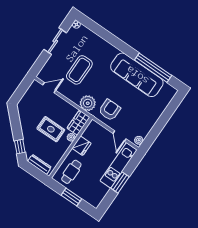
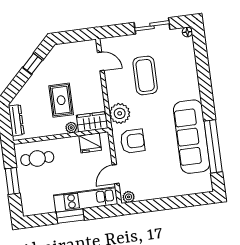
coffee table: (79, 70) -> (145, 75), turned 90
fridge: (82, 146) -> (90, 143), moved
window: (20, 147) -> (33, 64), moved

